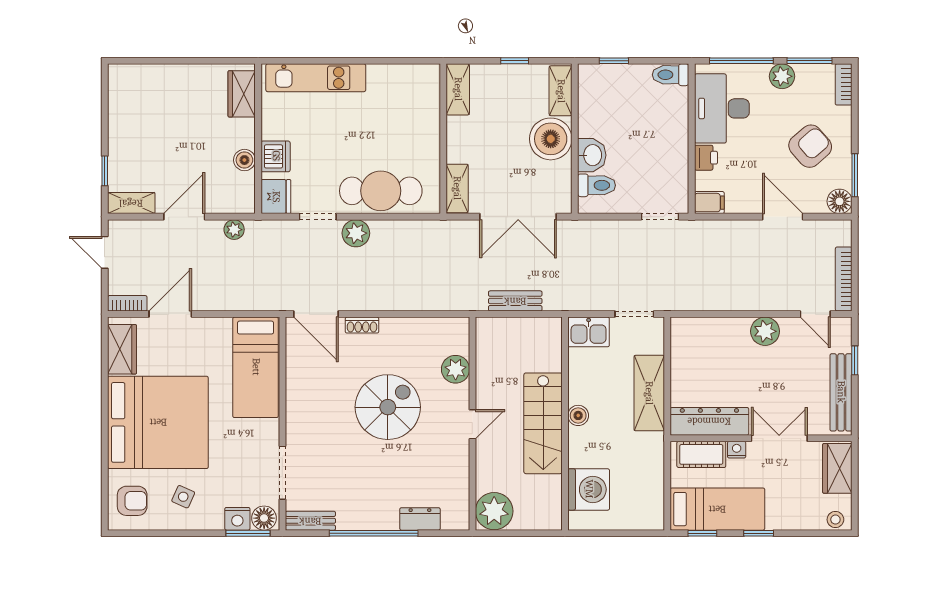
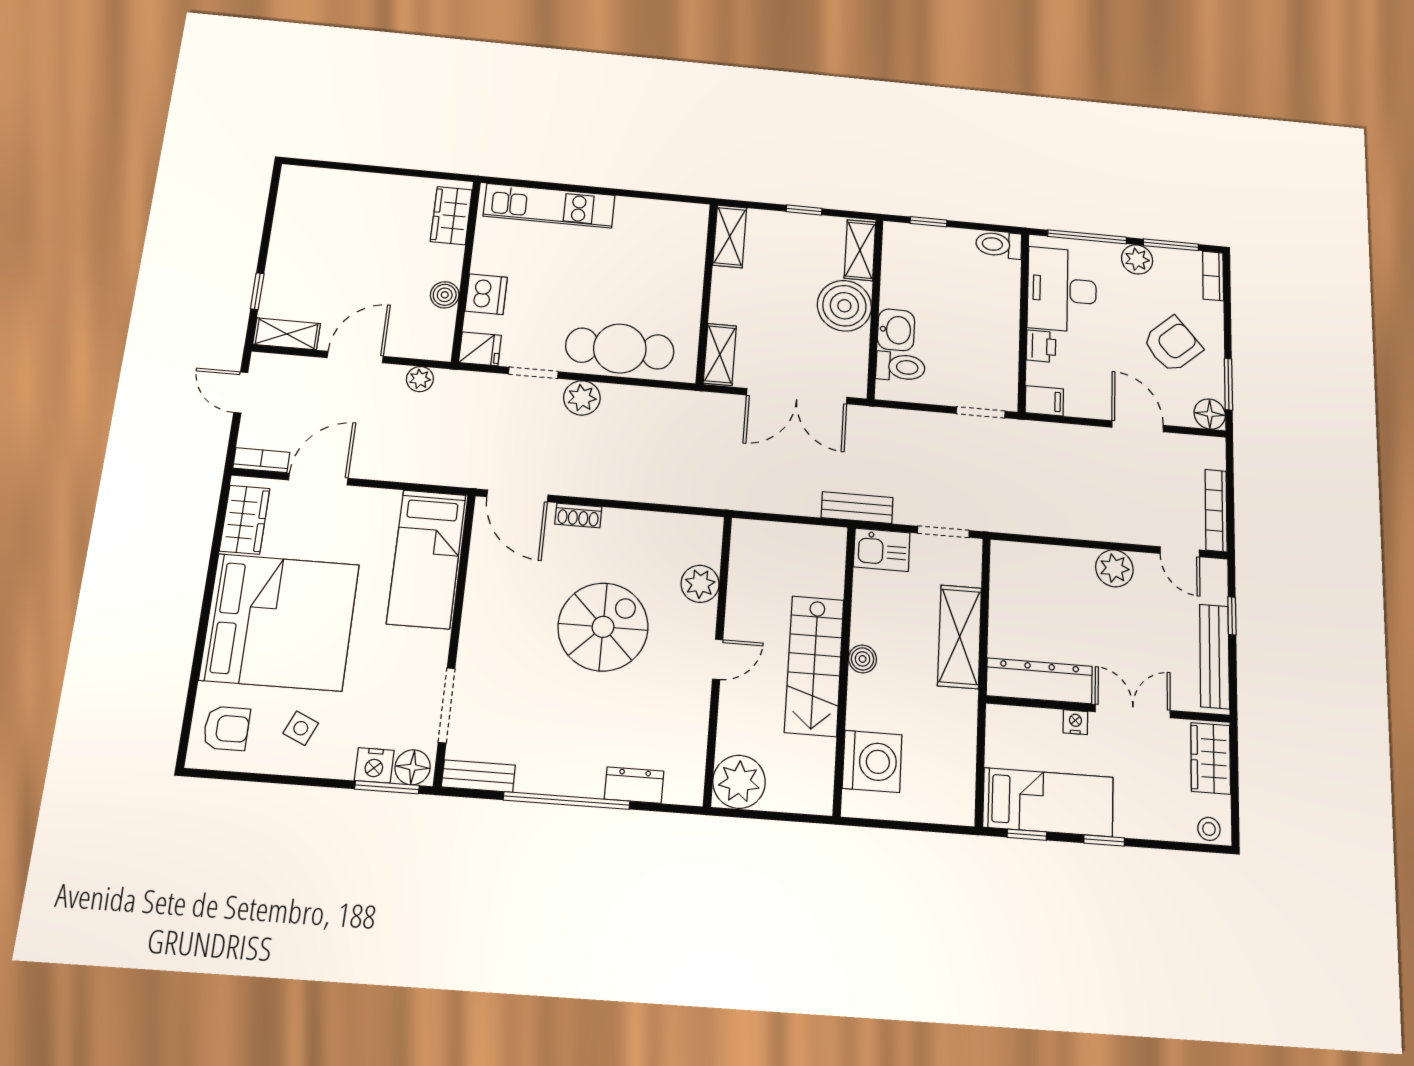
fridge: (276, 197) -> (480, 349), width x0.72
bench: (515, 301) -> (857, 508), moved
cot: (701, 454) -> (1028, 725), removed

